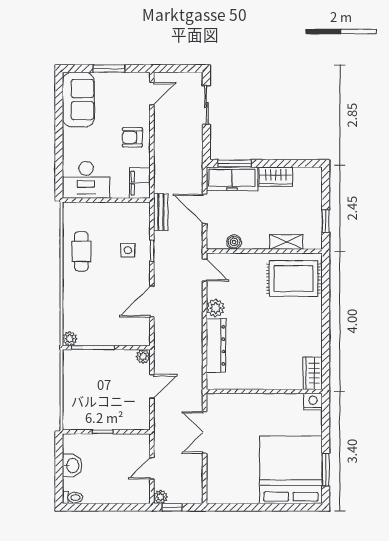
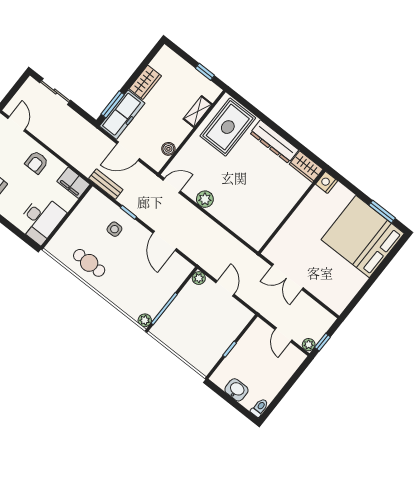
dresser: (216, 345) -> (274, 142), moved, turned 180

